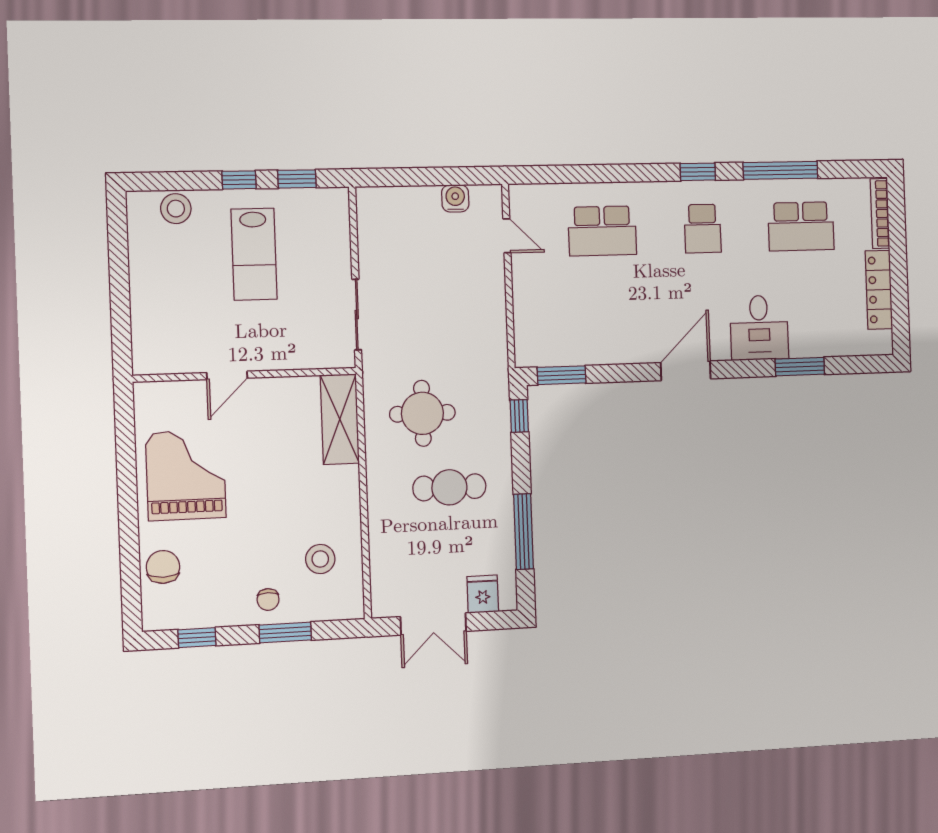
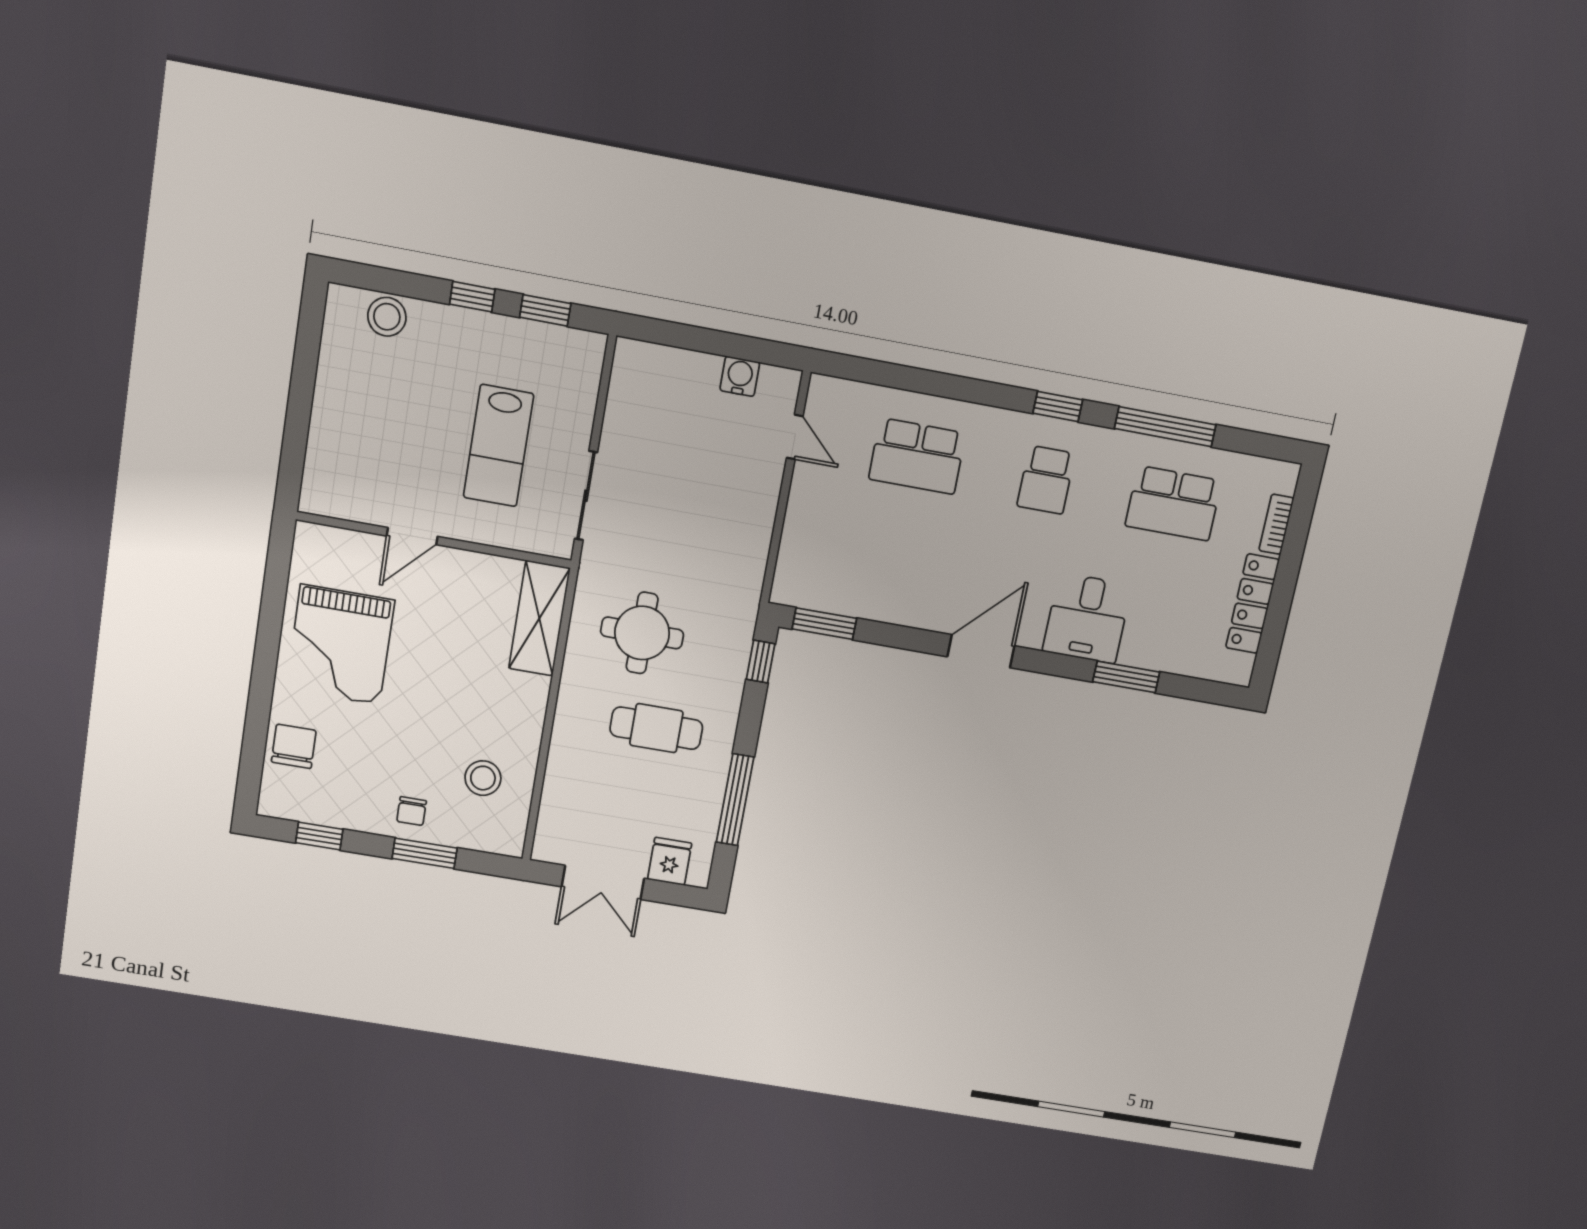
bookcase: (880, 213) -> (1276, 524), width x0.64
lab bench: (254, 254) -> (498, 446), moved
grand piano: (186, 475) -> (340, 645), turned 180

